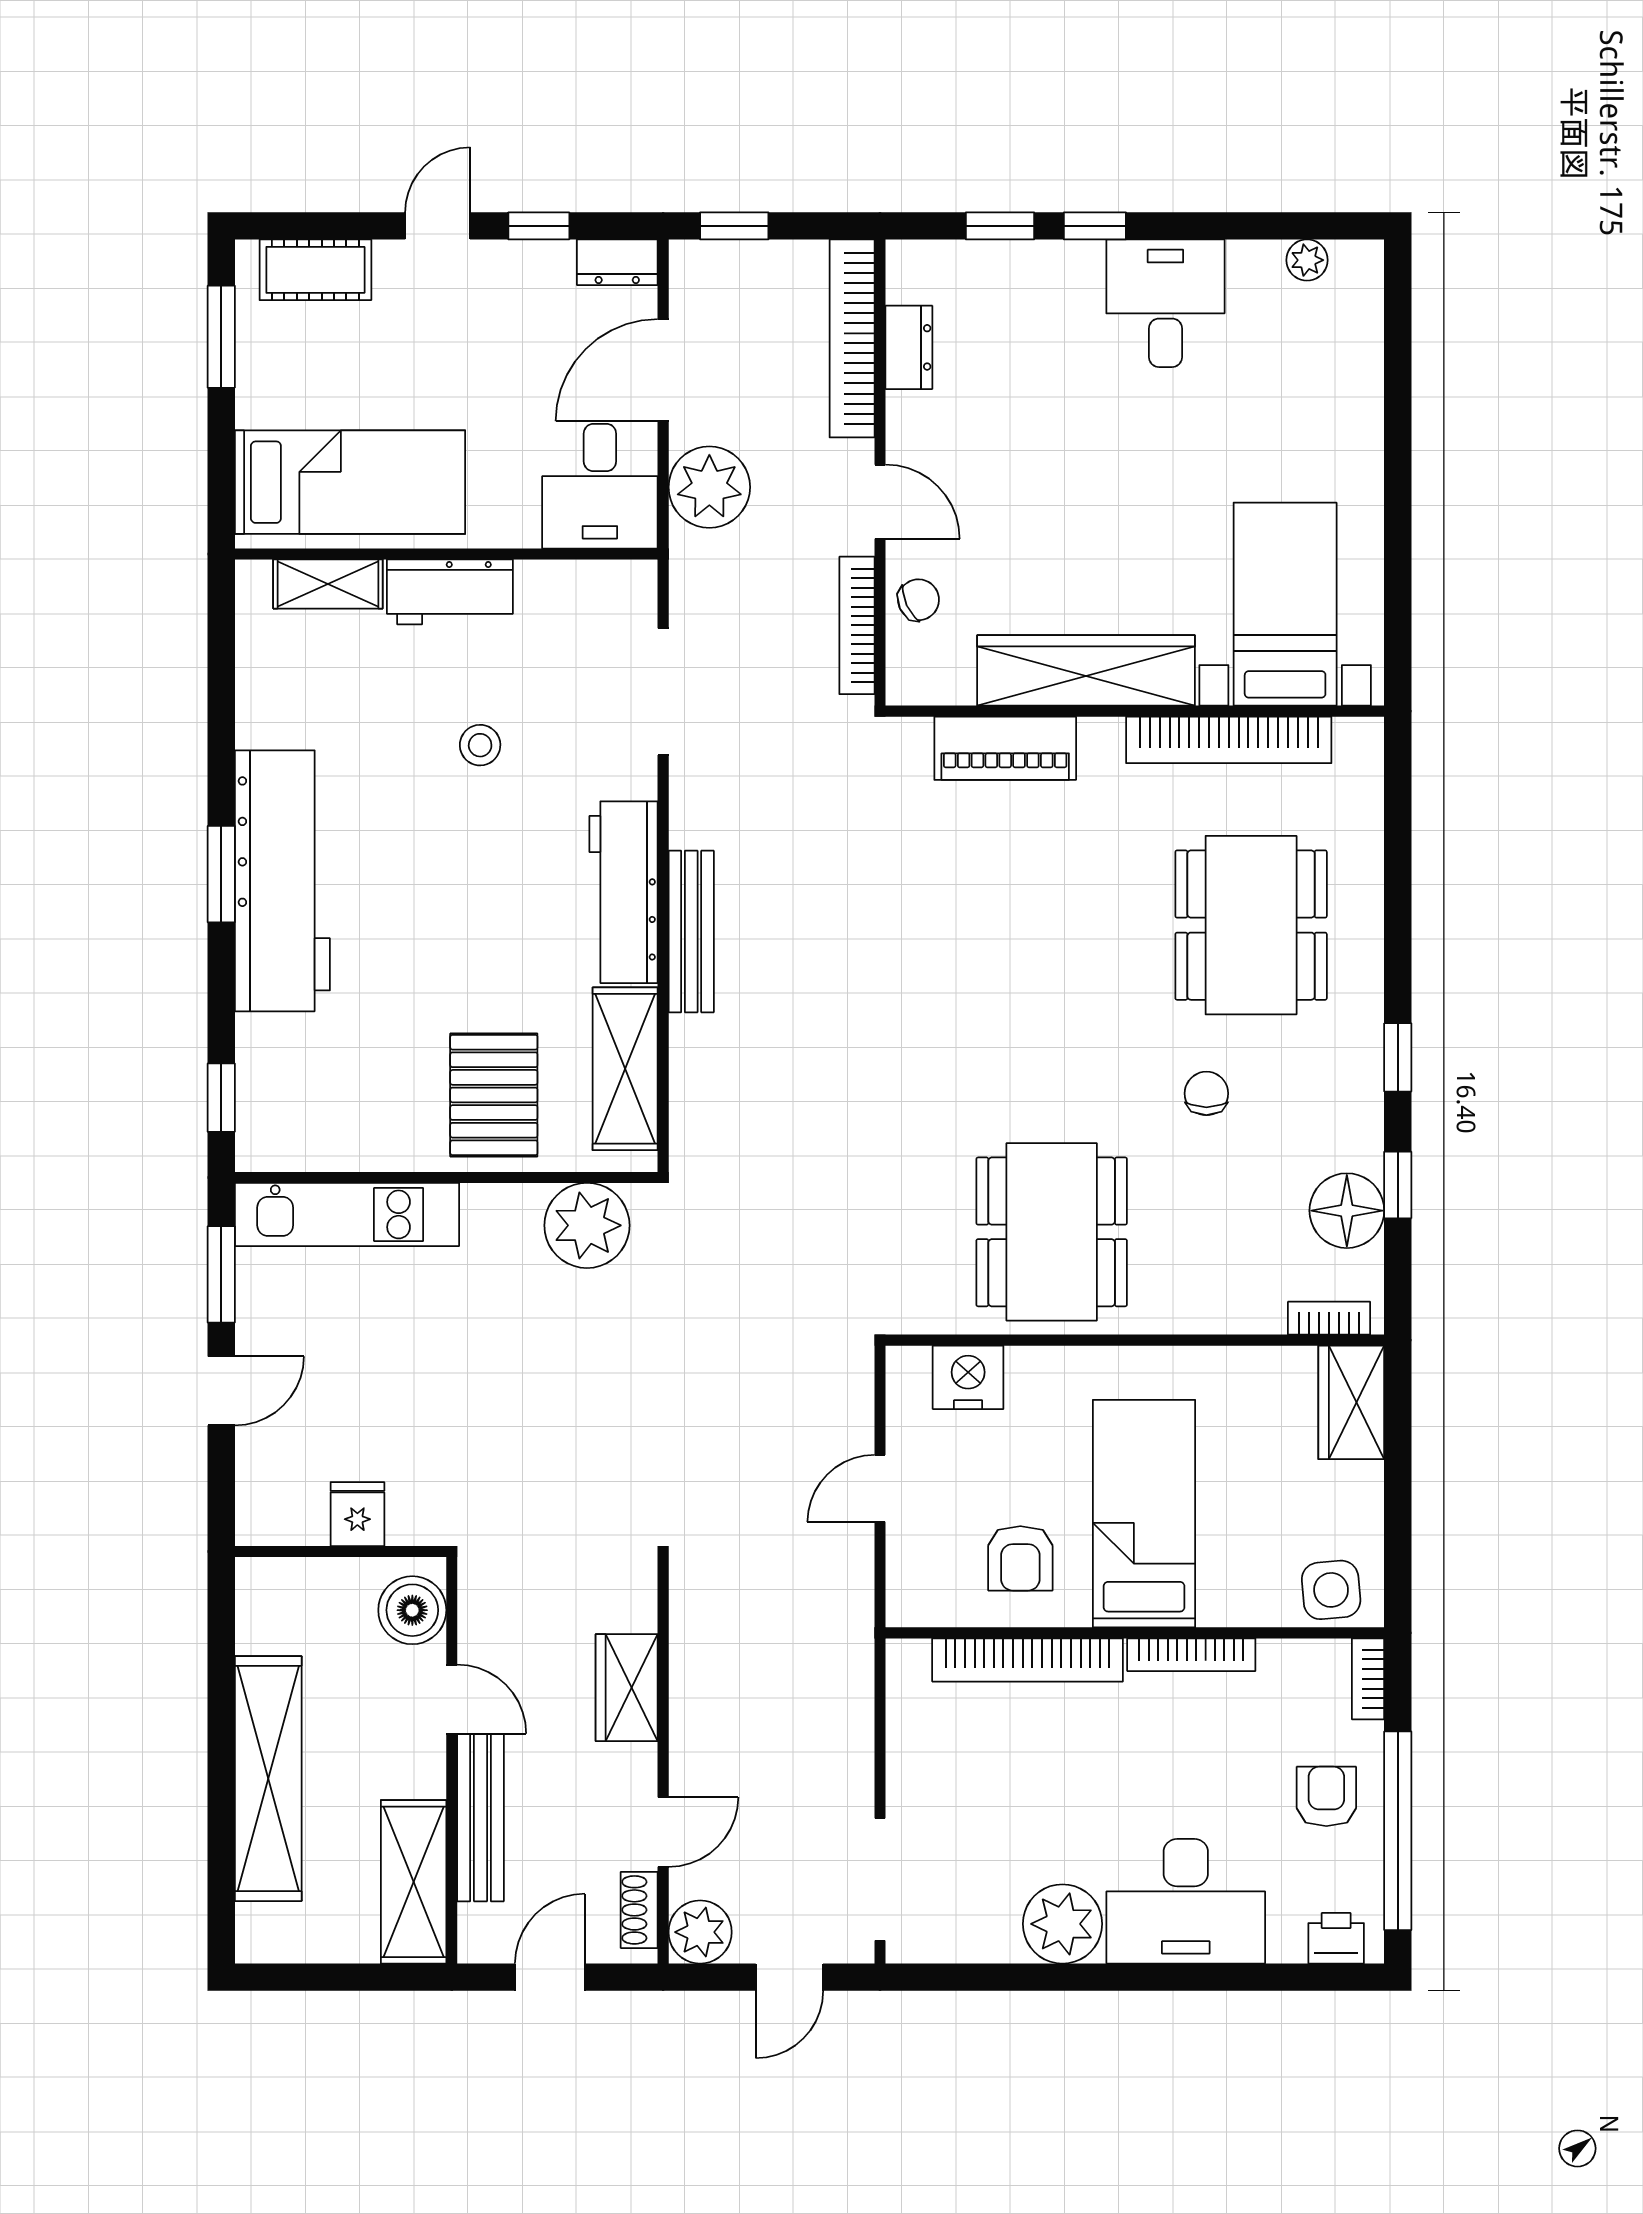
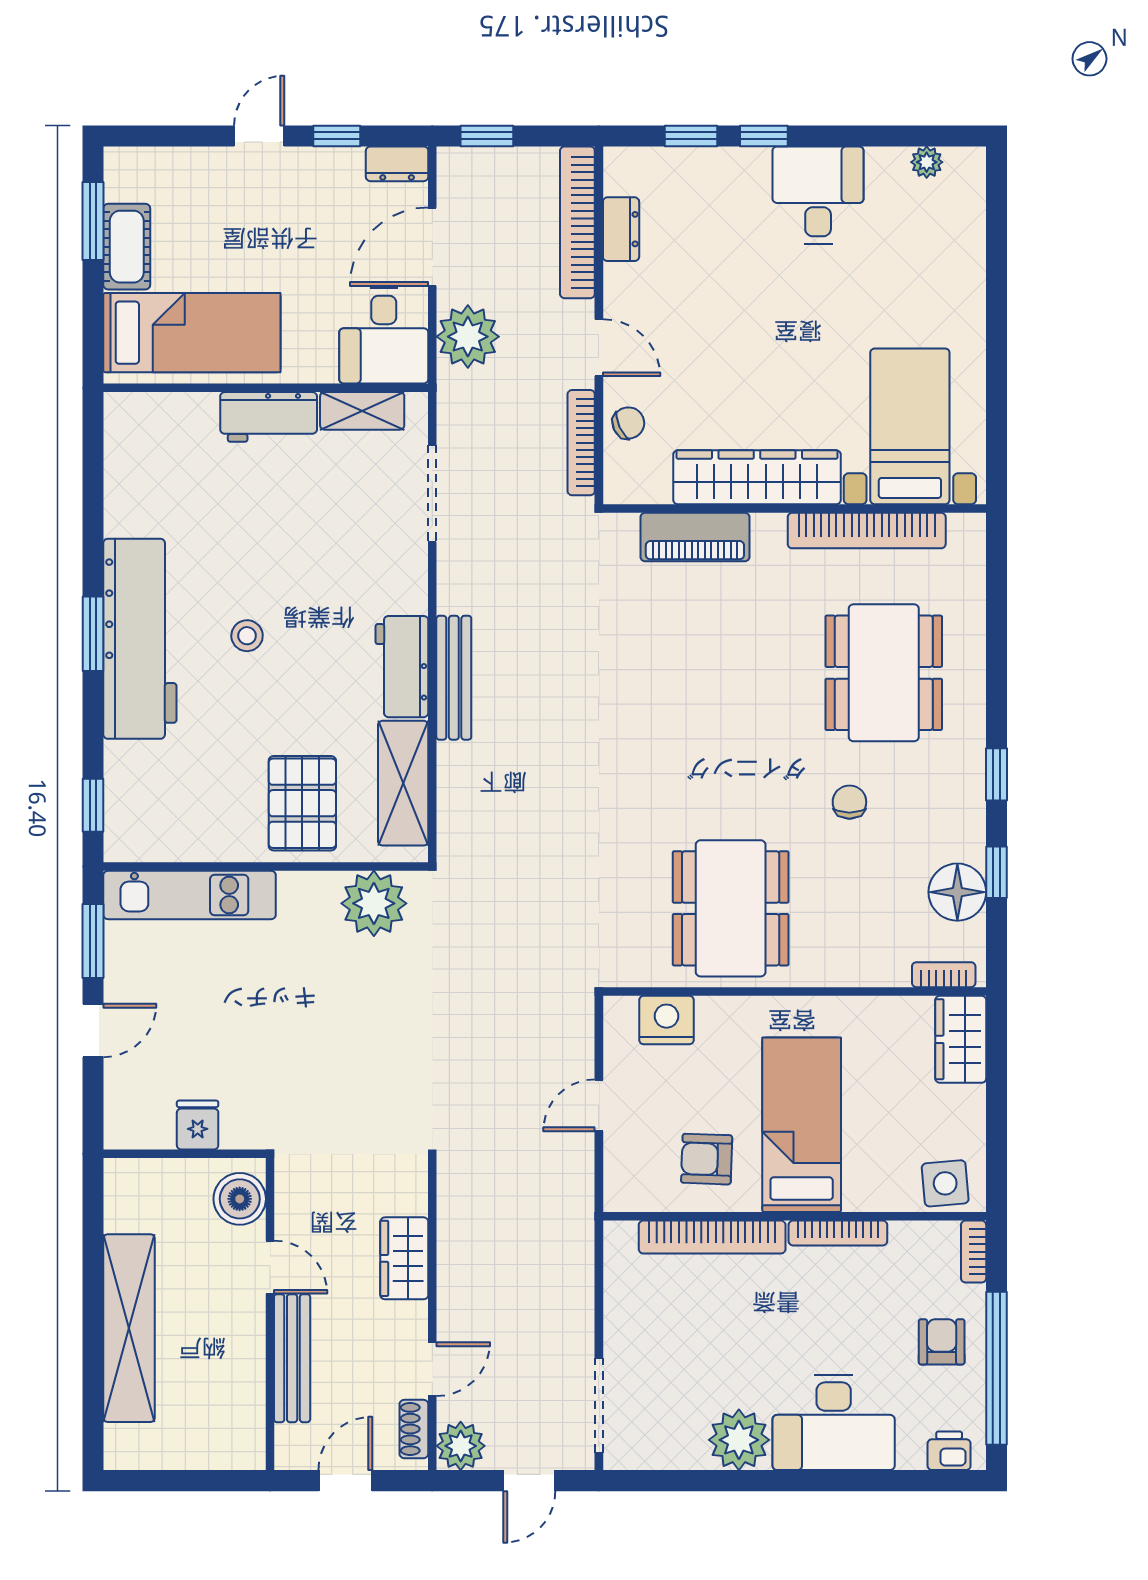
cot: (315, 270) -> (127, 247), moved, turned 90
shelving: (328, 584) -> (362, 411), moved
stool: (480, 745) -> (247, 636), moved
workbench: (624, 892) -> (402, 667), width x0.73
armchair: (1020, 1558) -> (707, 1159), turned 92
shelving: (414, 1882) -> (241, 1407), removed

